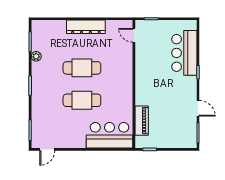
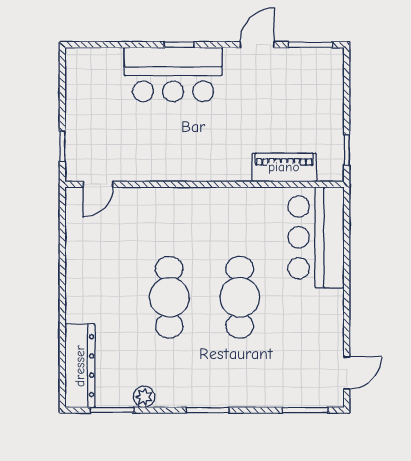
dresser: (86, 27) -> (80, 366), moved
bar counter: (184, 53) -> (173, 74), moved
door: (47, 149) -> (347, 373), hinge flipped

